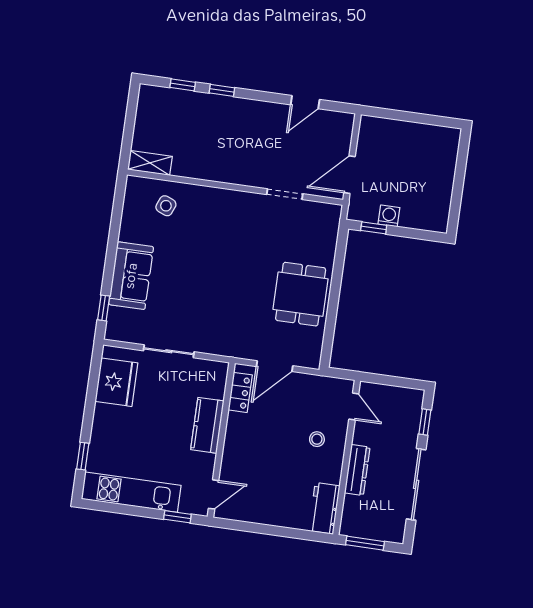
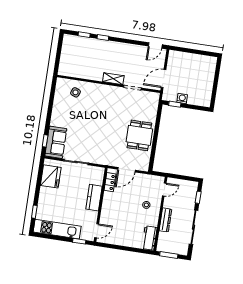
door: (305, 102) -> (155, 45), moved
shelving: (150, 163) -> (113, 79), moved
sofa: (131, 276) -> (56, 142), moved
door: (354, 407) -> (164, 190), hinge flipped

